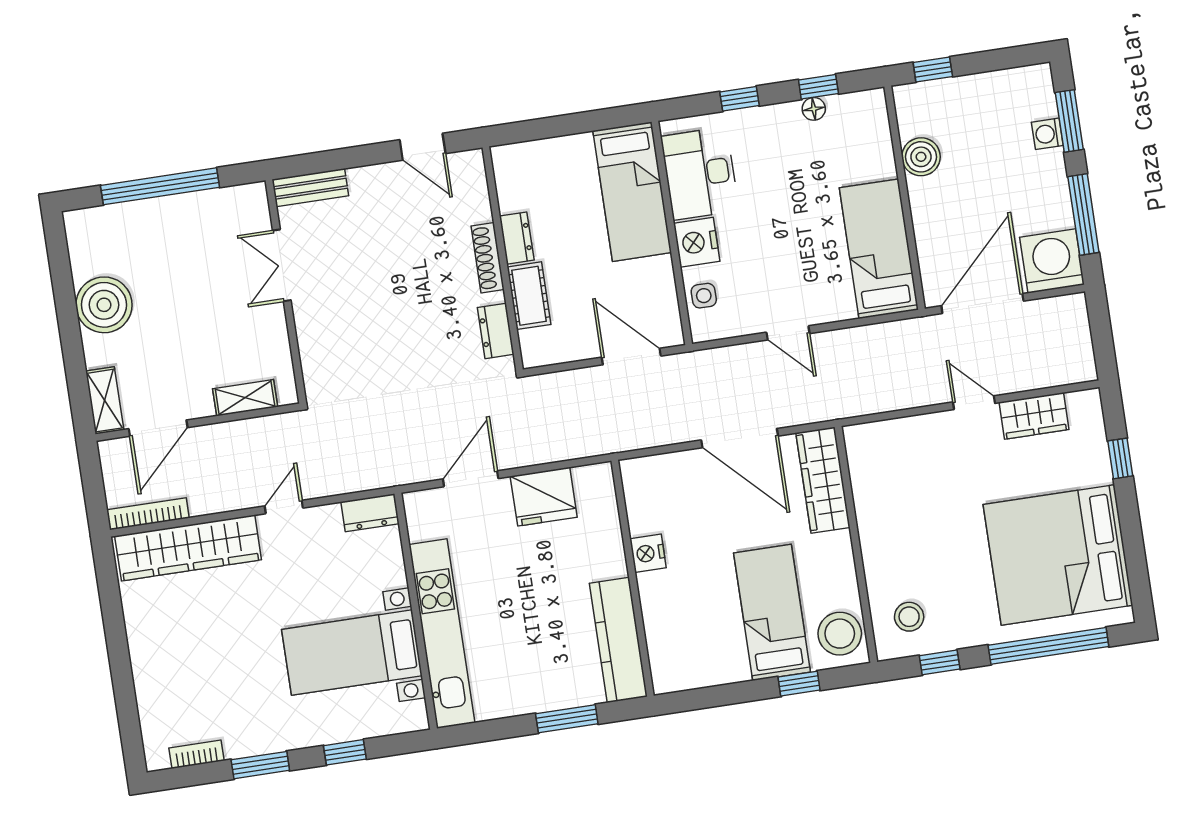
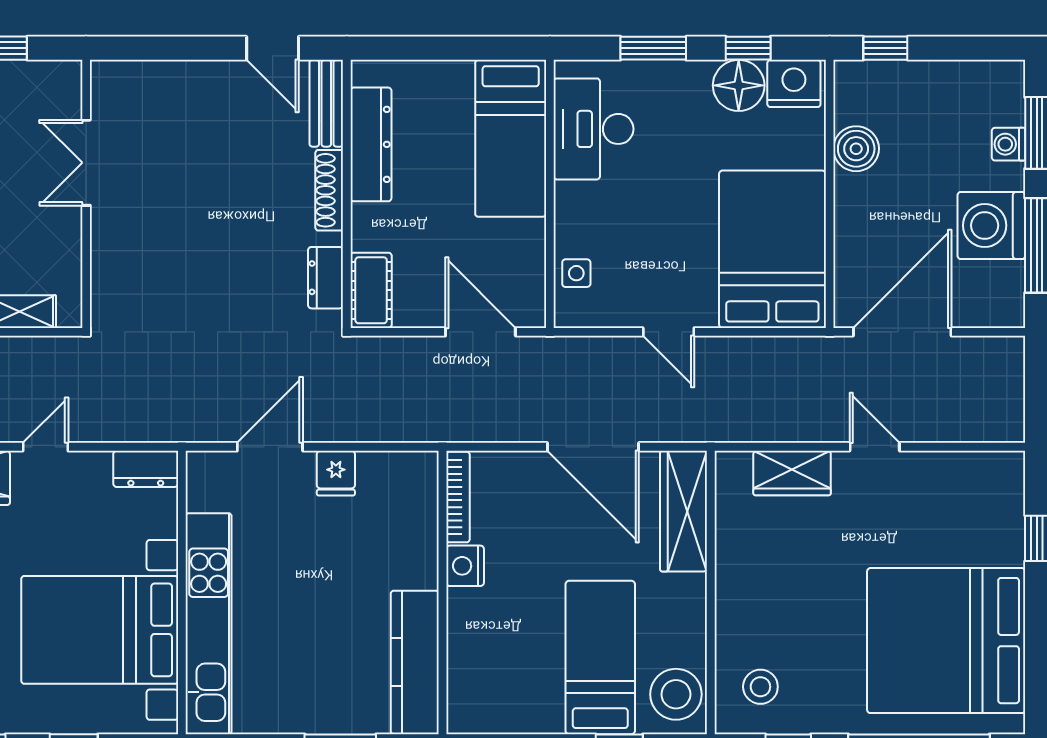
window: (740, 99) -> (653, 48), width x1.50
floor lamp: (814, 109) -> (739, 85), width x1.89, depth x1.89
bench: (310, 188) -> (326, 103), moved, turned 90
dresser: (517, 238) -> (371, 144), width x1.96, depth x1.24
nightstand: (697, 242) -> (794, 83), moved, turned 90
bed: (879, 249) -> (772, 249), width x1.50
washing machine: (1052, 261) -> (991, 225), moved, turned -90
cot: (529, 296) -> (371, 290), moved
wardrobe: (1034, 416) -> (792, 473), moved
fridge: (544, 497) -> (336, 473), width x0.53, depth x0.75
bookcase: (633, 497) -> (458, 497), added
bed with nightstands: (352, 653) -> (100, 630), width x1.36

